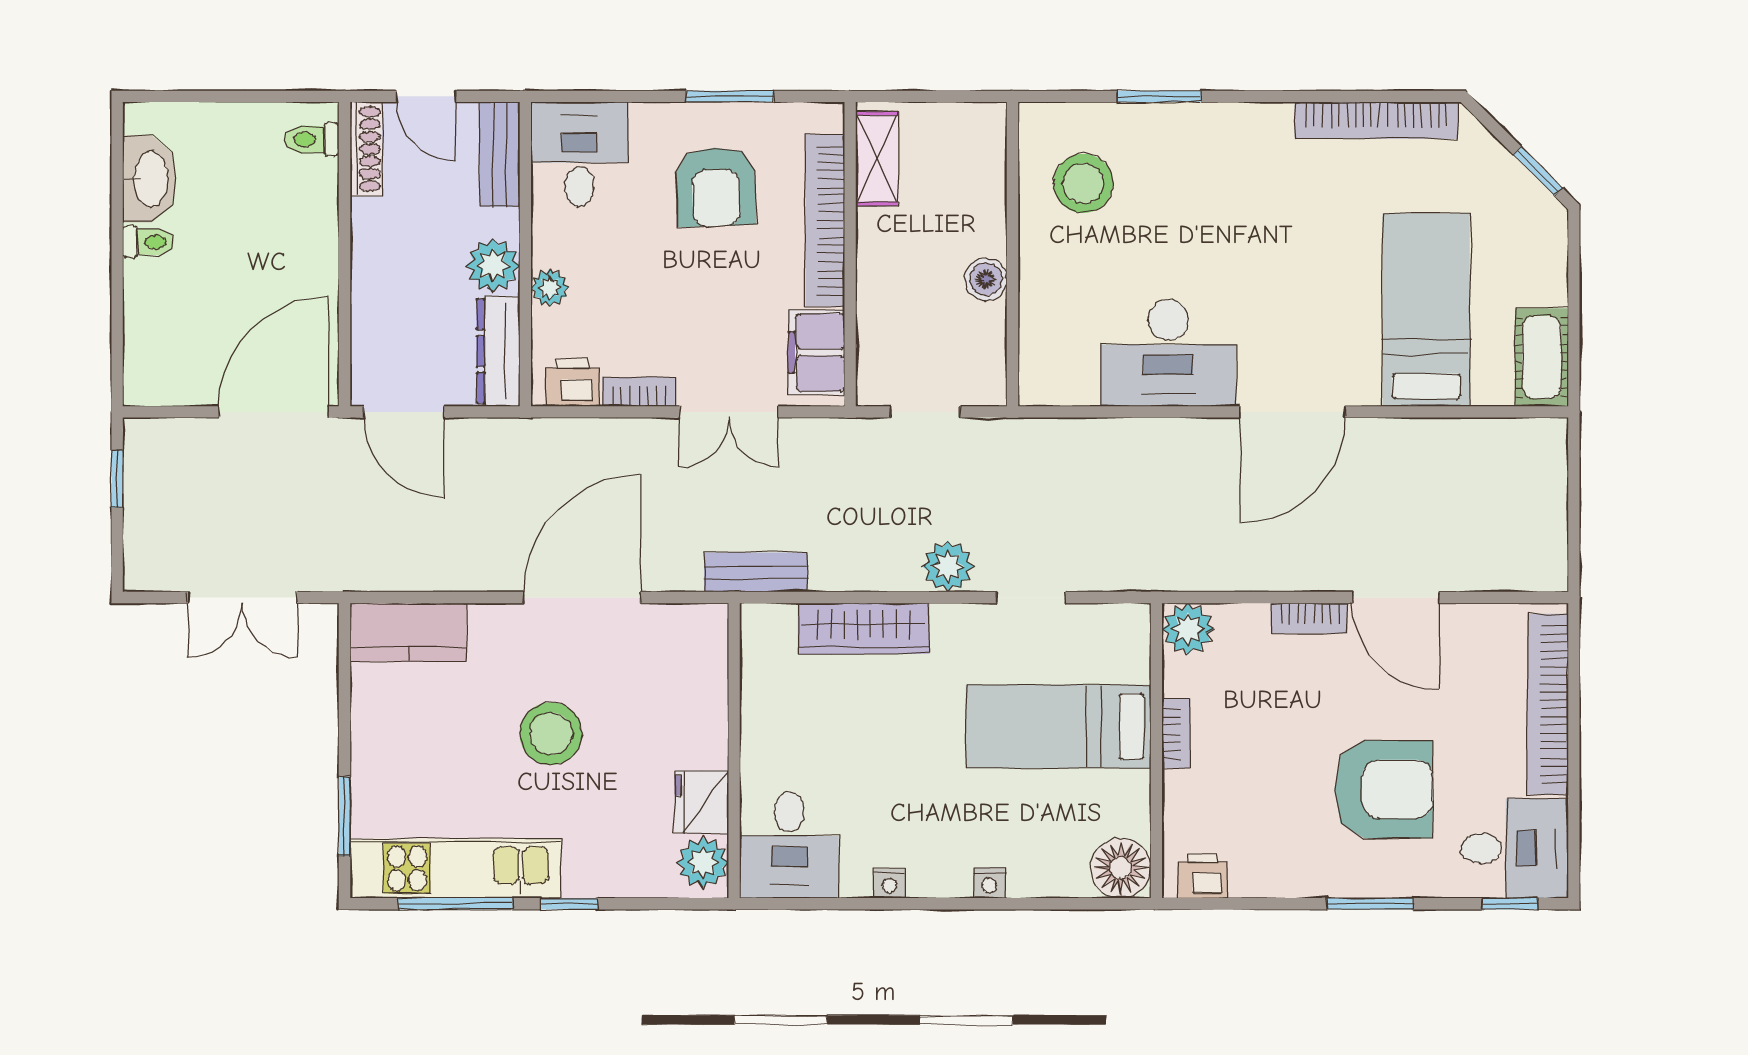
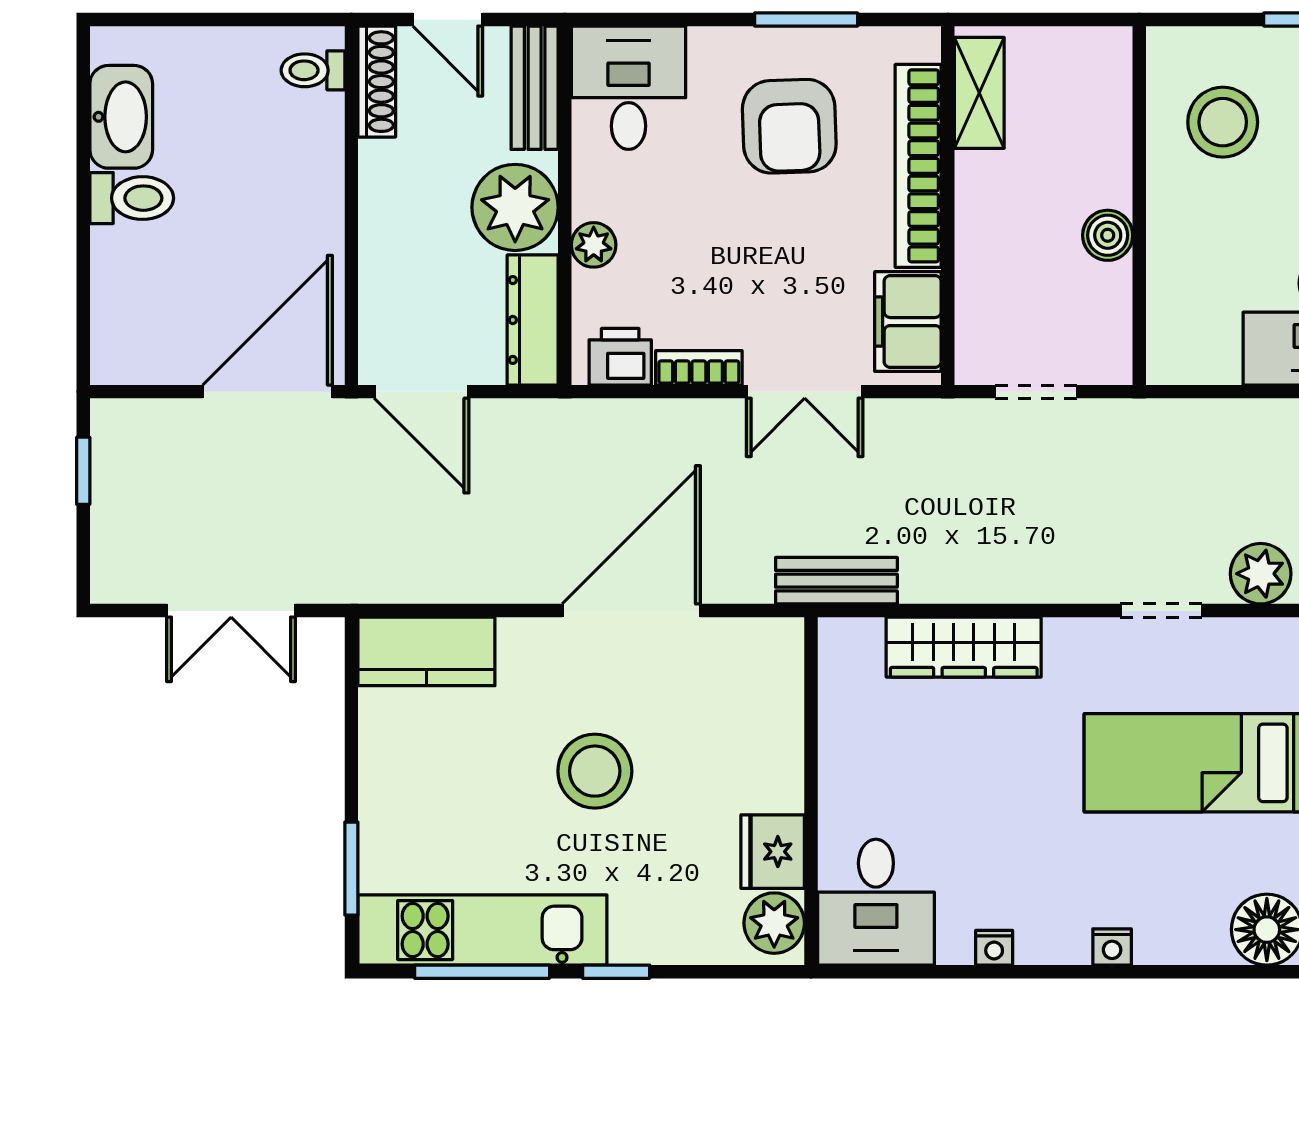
toilet: (148, 242) -> (132, 198), width x1.37, depth x1.39
plant: (493, 265) -> (515, 207), width x1.36, depth x1.36
plant: (948, 566) -> (1261, 574), moved

